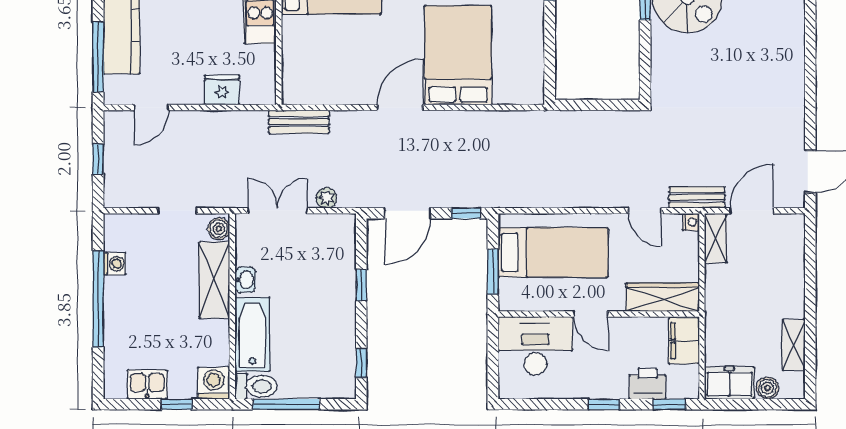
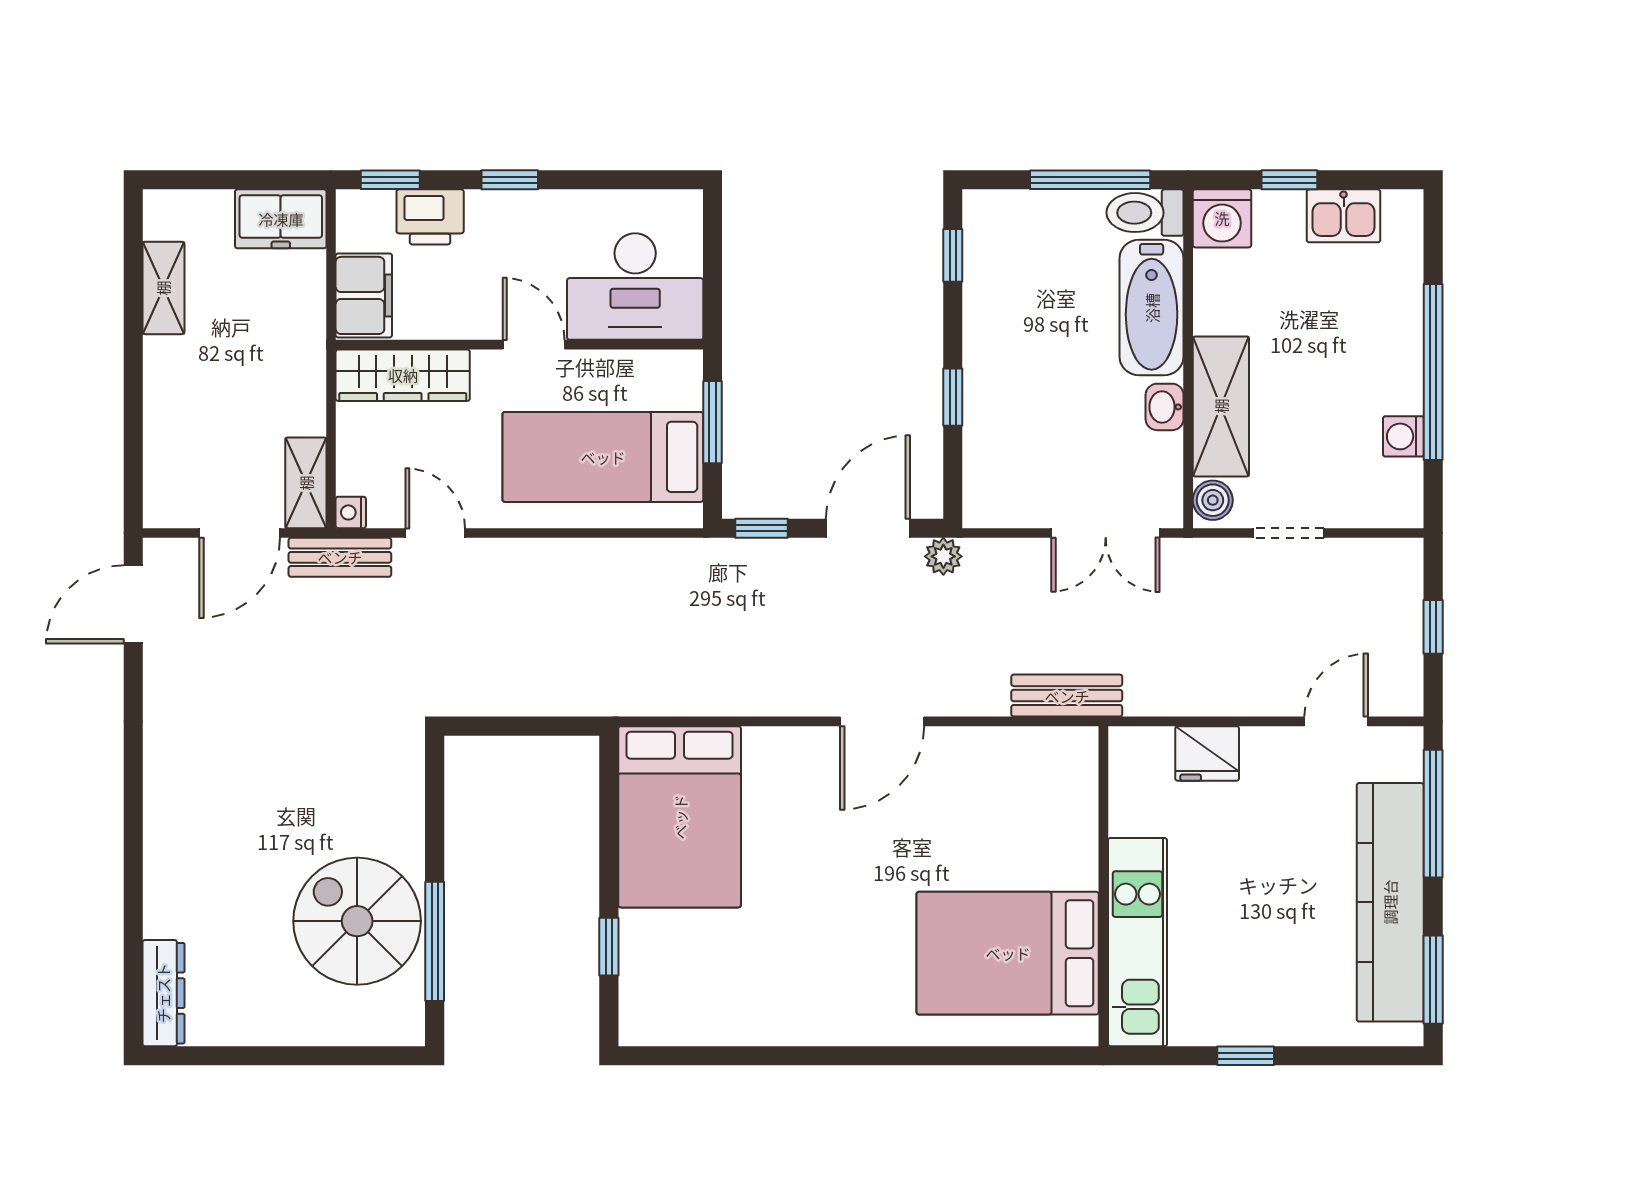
bed: (458, 55) -> (680, 817), moved
plant: (327, 198) -> (943, 556), moved
boiler: (768, 388) -> (211, 209), removed

